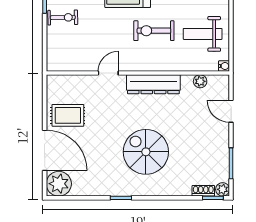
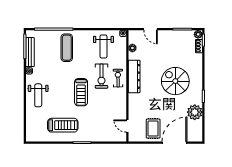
exercise bike: (63, 17) -> (118, 78), moved
door: (108, 73) -> (127, 126), moved
door: (231, 111) -> (151, 29), hinge flipped
spiral stairs: (146, 152) -> (175, 81), turned 90
plant: (59, 184) -> (195, 112), moved

